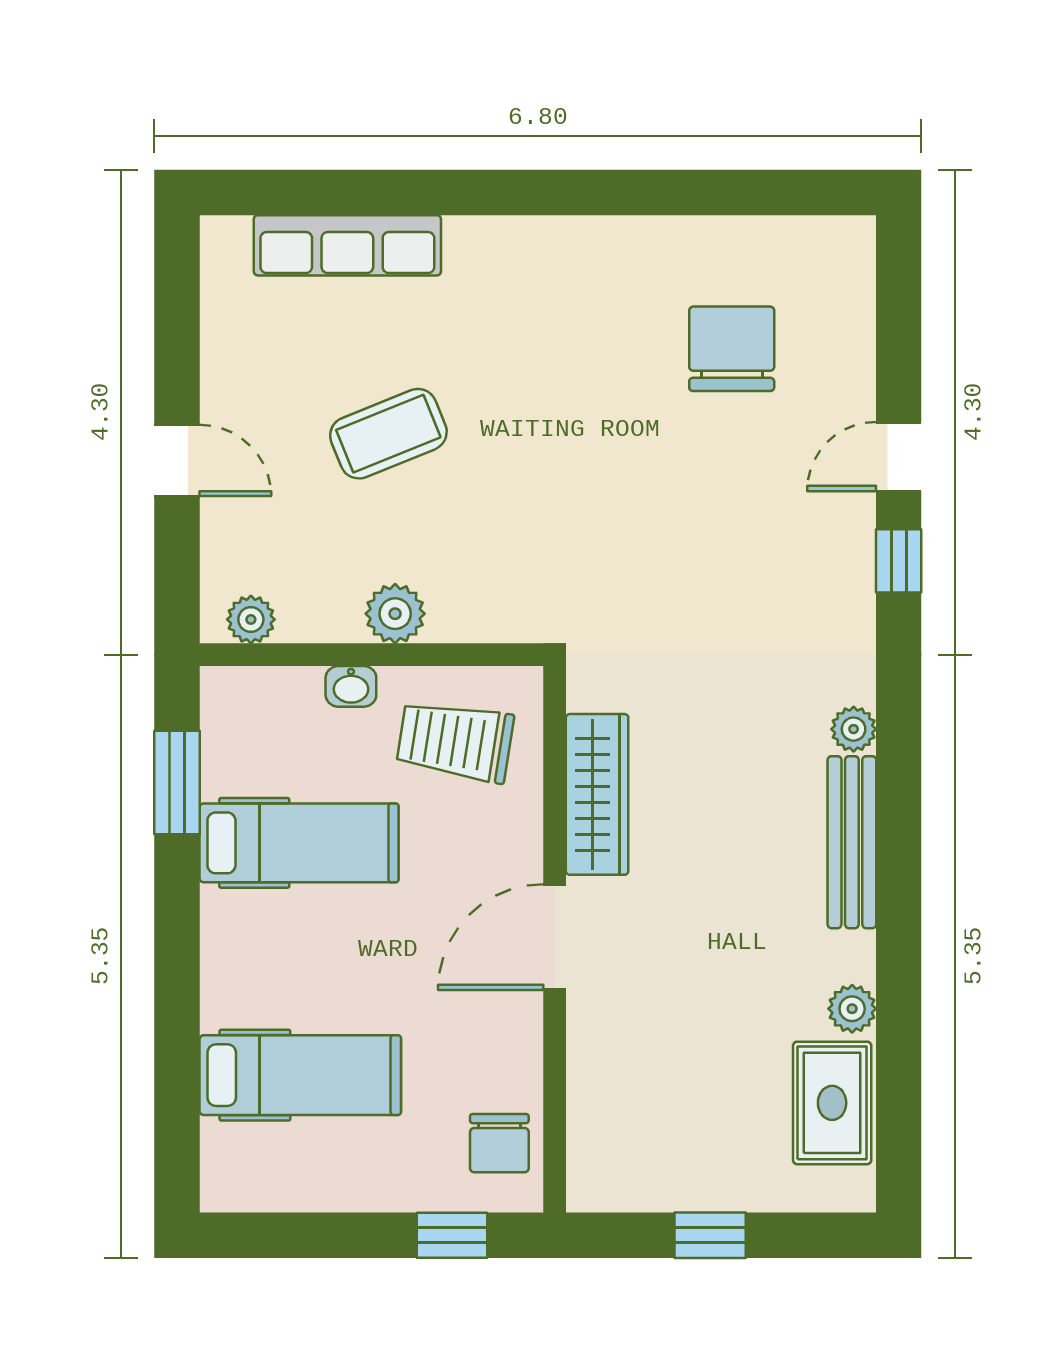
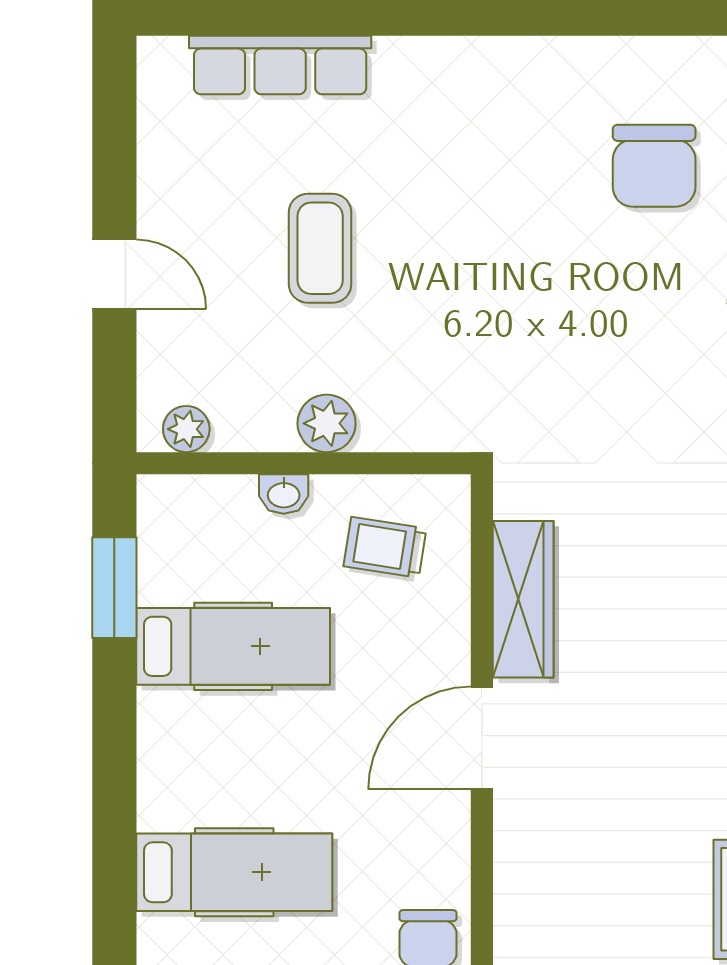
chair: (732, 349) -> (654, 166), turned 180
coffee table: (388, 434) -> (320, 248), turned -68
trolley: (455, 741) -> (385, 547), width x0.73, depth x0.72

